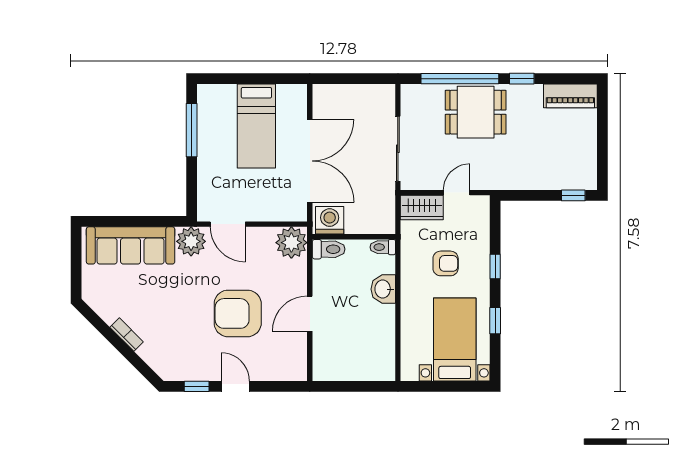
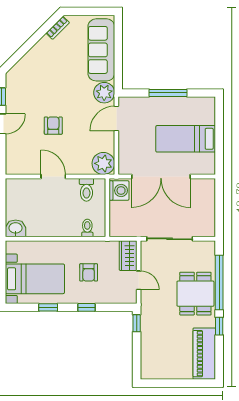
piano: (570, 96) -> (204, 354), width x1.37, depth x1.33
window: (192, 130) -> (168, 93), moved
window: (573, 195) -> (137, 323), moved
toilet: (383, 247) -> (87, 228), moved
toilet: (329, 249) -> (86, 190), moved
washbasin: (383, 289) -> (16, 228), moved
armchair: (238, 313) -> (53, 126), width x0.53, depth x0.53
bookcase: (127, 335) -> (58, 28), moved

